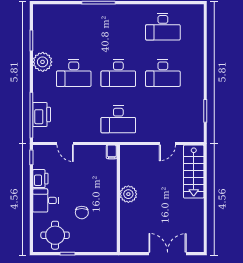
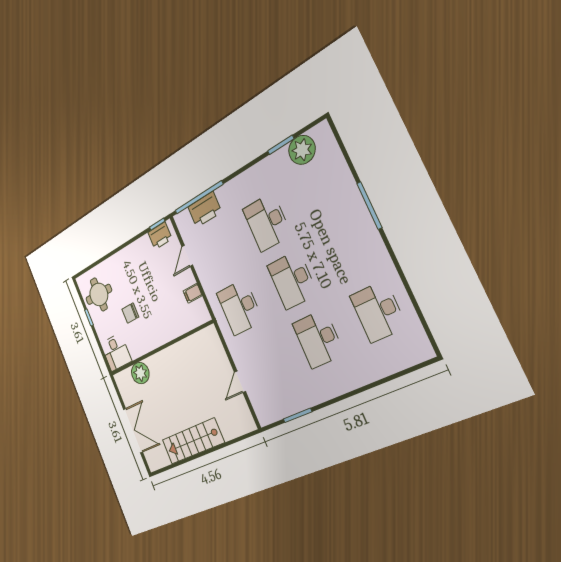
plant: (43, 62) -> (302, 150), moved
door: (167, 143) -> (240, 382), hinge flipped
filing cabinet: (112, 152) -> (193, 293), moved
stairs: (194, 172) -> (193, 441), moved
printer: (40, 179) -> (160, 236), moved
plant: (128, 194) -> (140, 373), moved
desk: (46, 200) -> (116, 352), moved, turned 180

